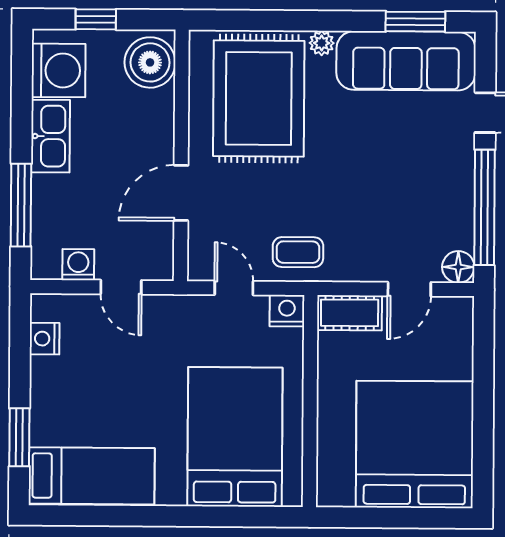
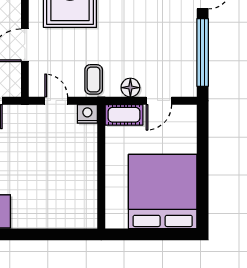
coffee table: (298, 252) -> (94, 79), turned 90
floor lamp: (458, 267) -> (130, 88), moved
bed: (235, 437) -> (57, 188), removed

